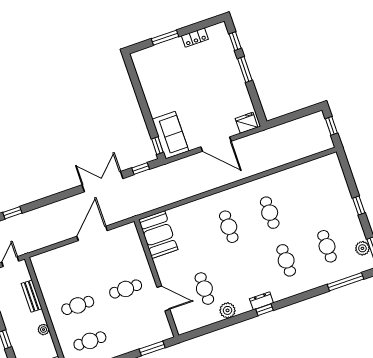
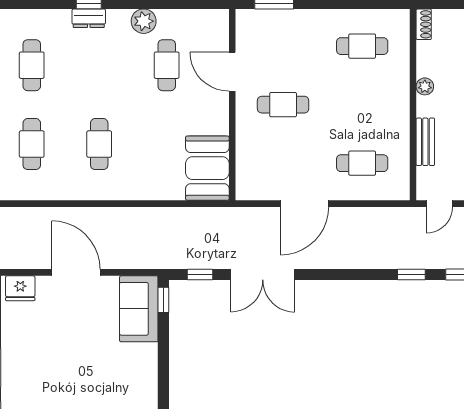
cafe table: (78, 305) -> (362, 163), moved

